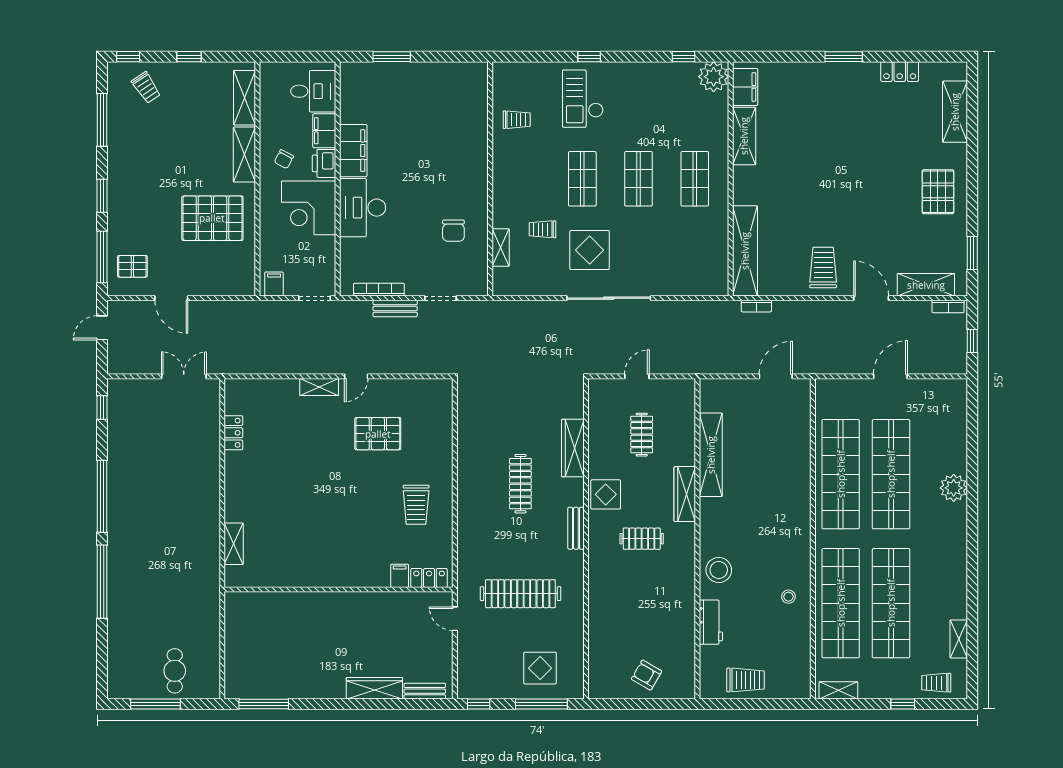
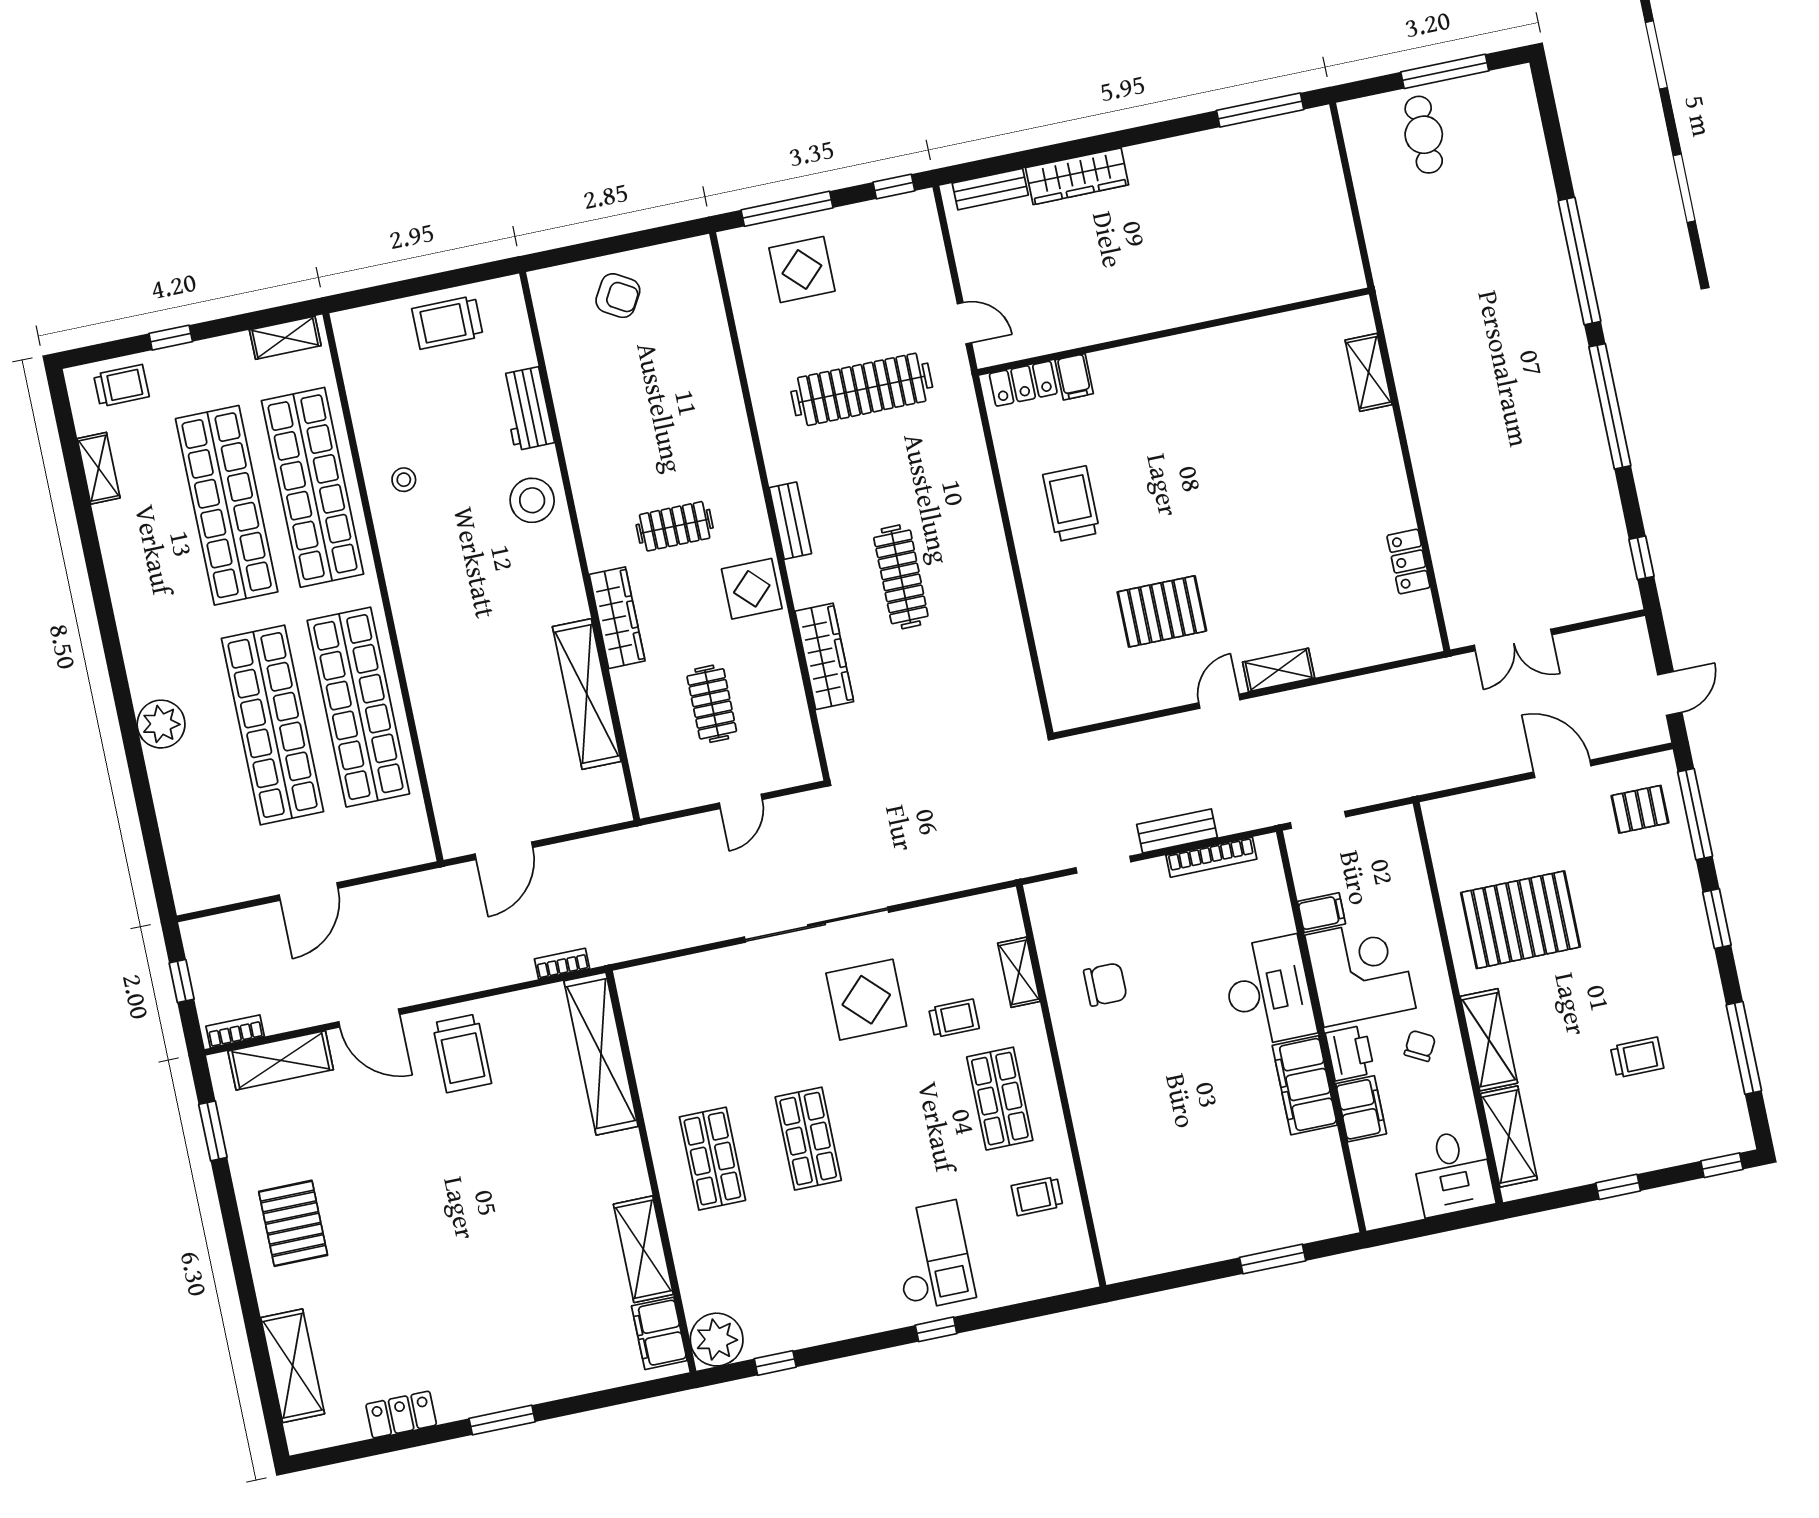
trolley: (146, 88) -> (1637, 1058), moved, turned 124
desk: (313, 91) -> (1453, 1173), moved, turned -90
shop shelf: (582, 179) -> (1000, 1099), moved
chair: (453, 231) -> (1105, 984), turned 90
filing cabinet: (274, 284) -> (1322, 913), moved, turned -90

